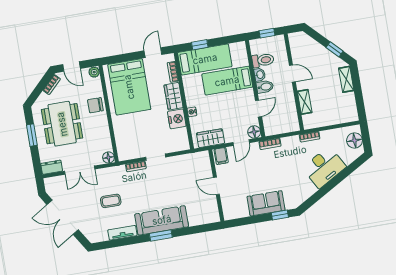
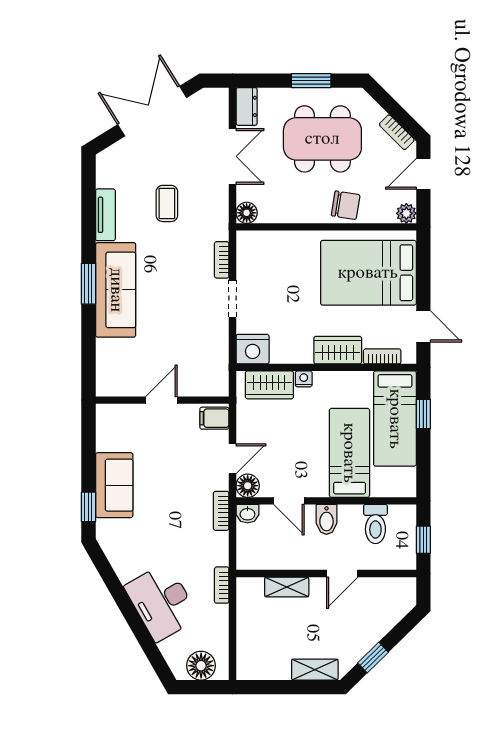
washbasin: (260, 75) -> (247, 514), moved
chair: (95, 105) -> (346, 205), turned 99
nightstand: (177, 119) -> (253, 349), moved
wardrobe: (210, 138) -> (269, 385), moved, turned 90
door: (241, 143) -> (233, 459), swing flipped
double door: (80, 170) -> (233, 156), swing flipped

